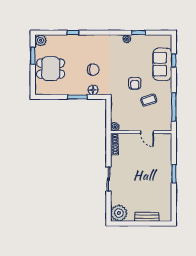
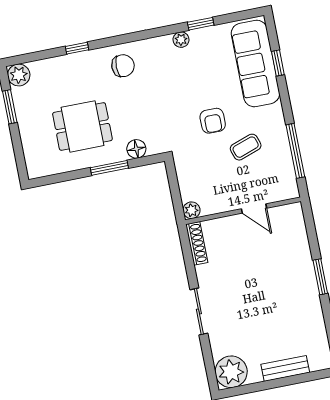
sofa: (162, 64) -> (255, 63), width x1.36
dining table: (51, 69) -> (82, 126), moved
chair: (93, 70) -> (123, 66), moved

